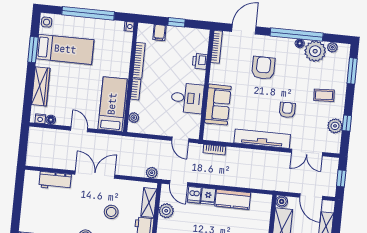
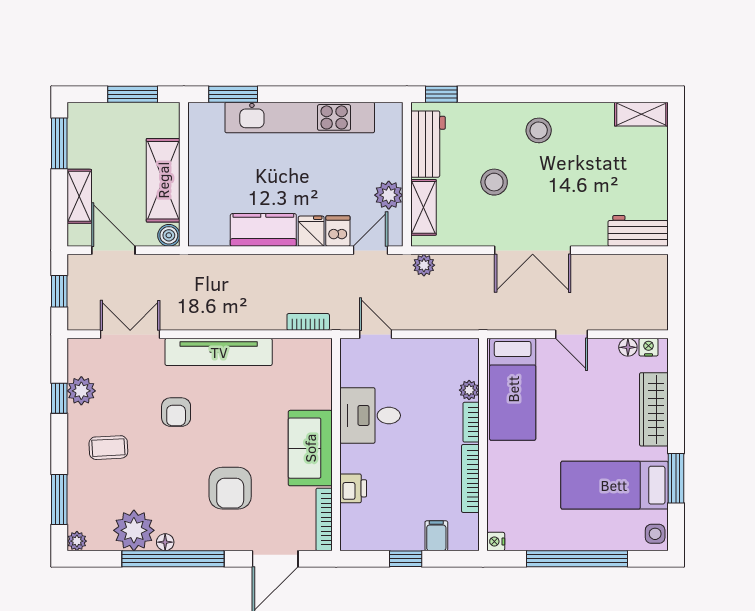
plant: (332, 47) -> (77, 541), moved
sofa: (218, 105) -> (310, 448), moved
plant: (134, 118) -> (469, 390), moved
workbench: (55, 181) -> (638, 231), moved
door: (179, 183) -> (370, 250), hinge flipped

